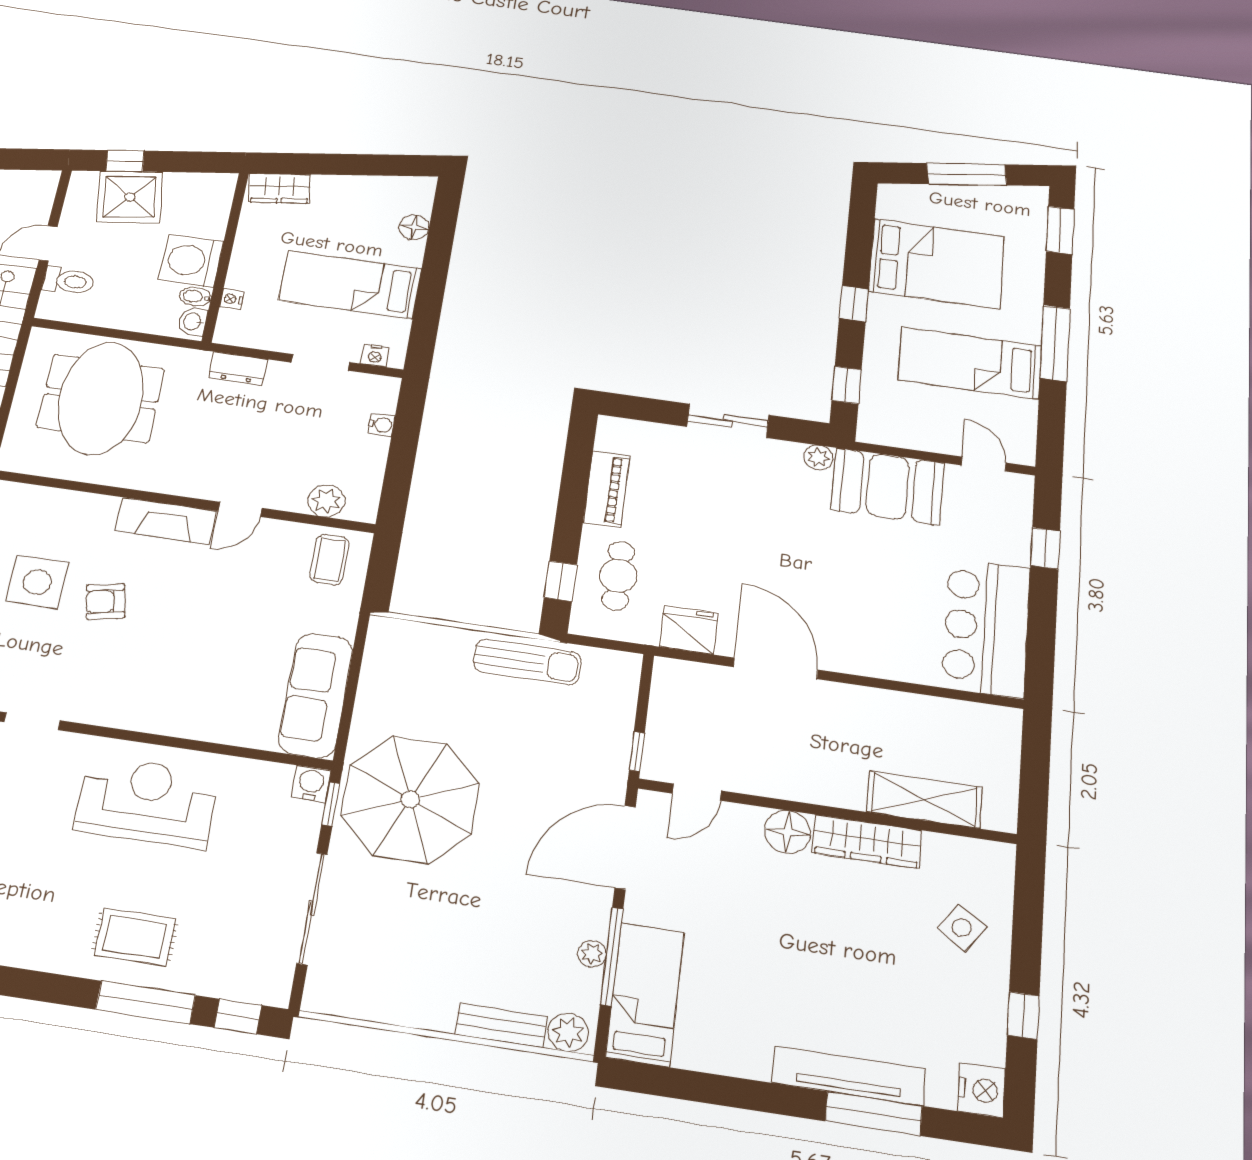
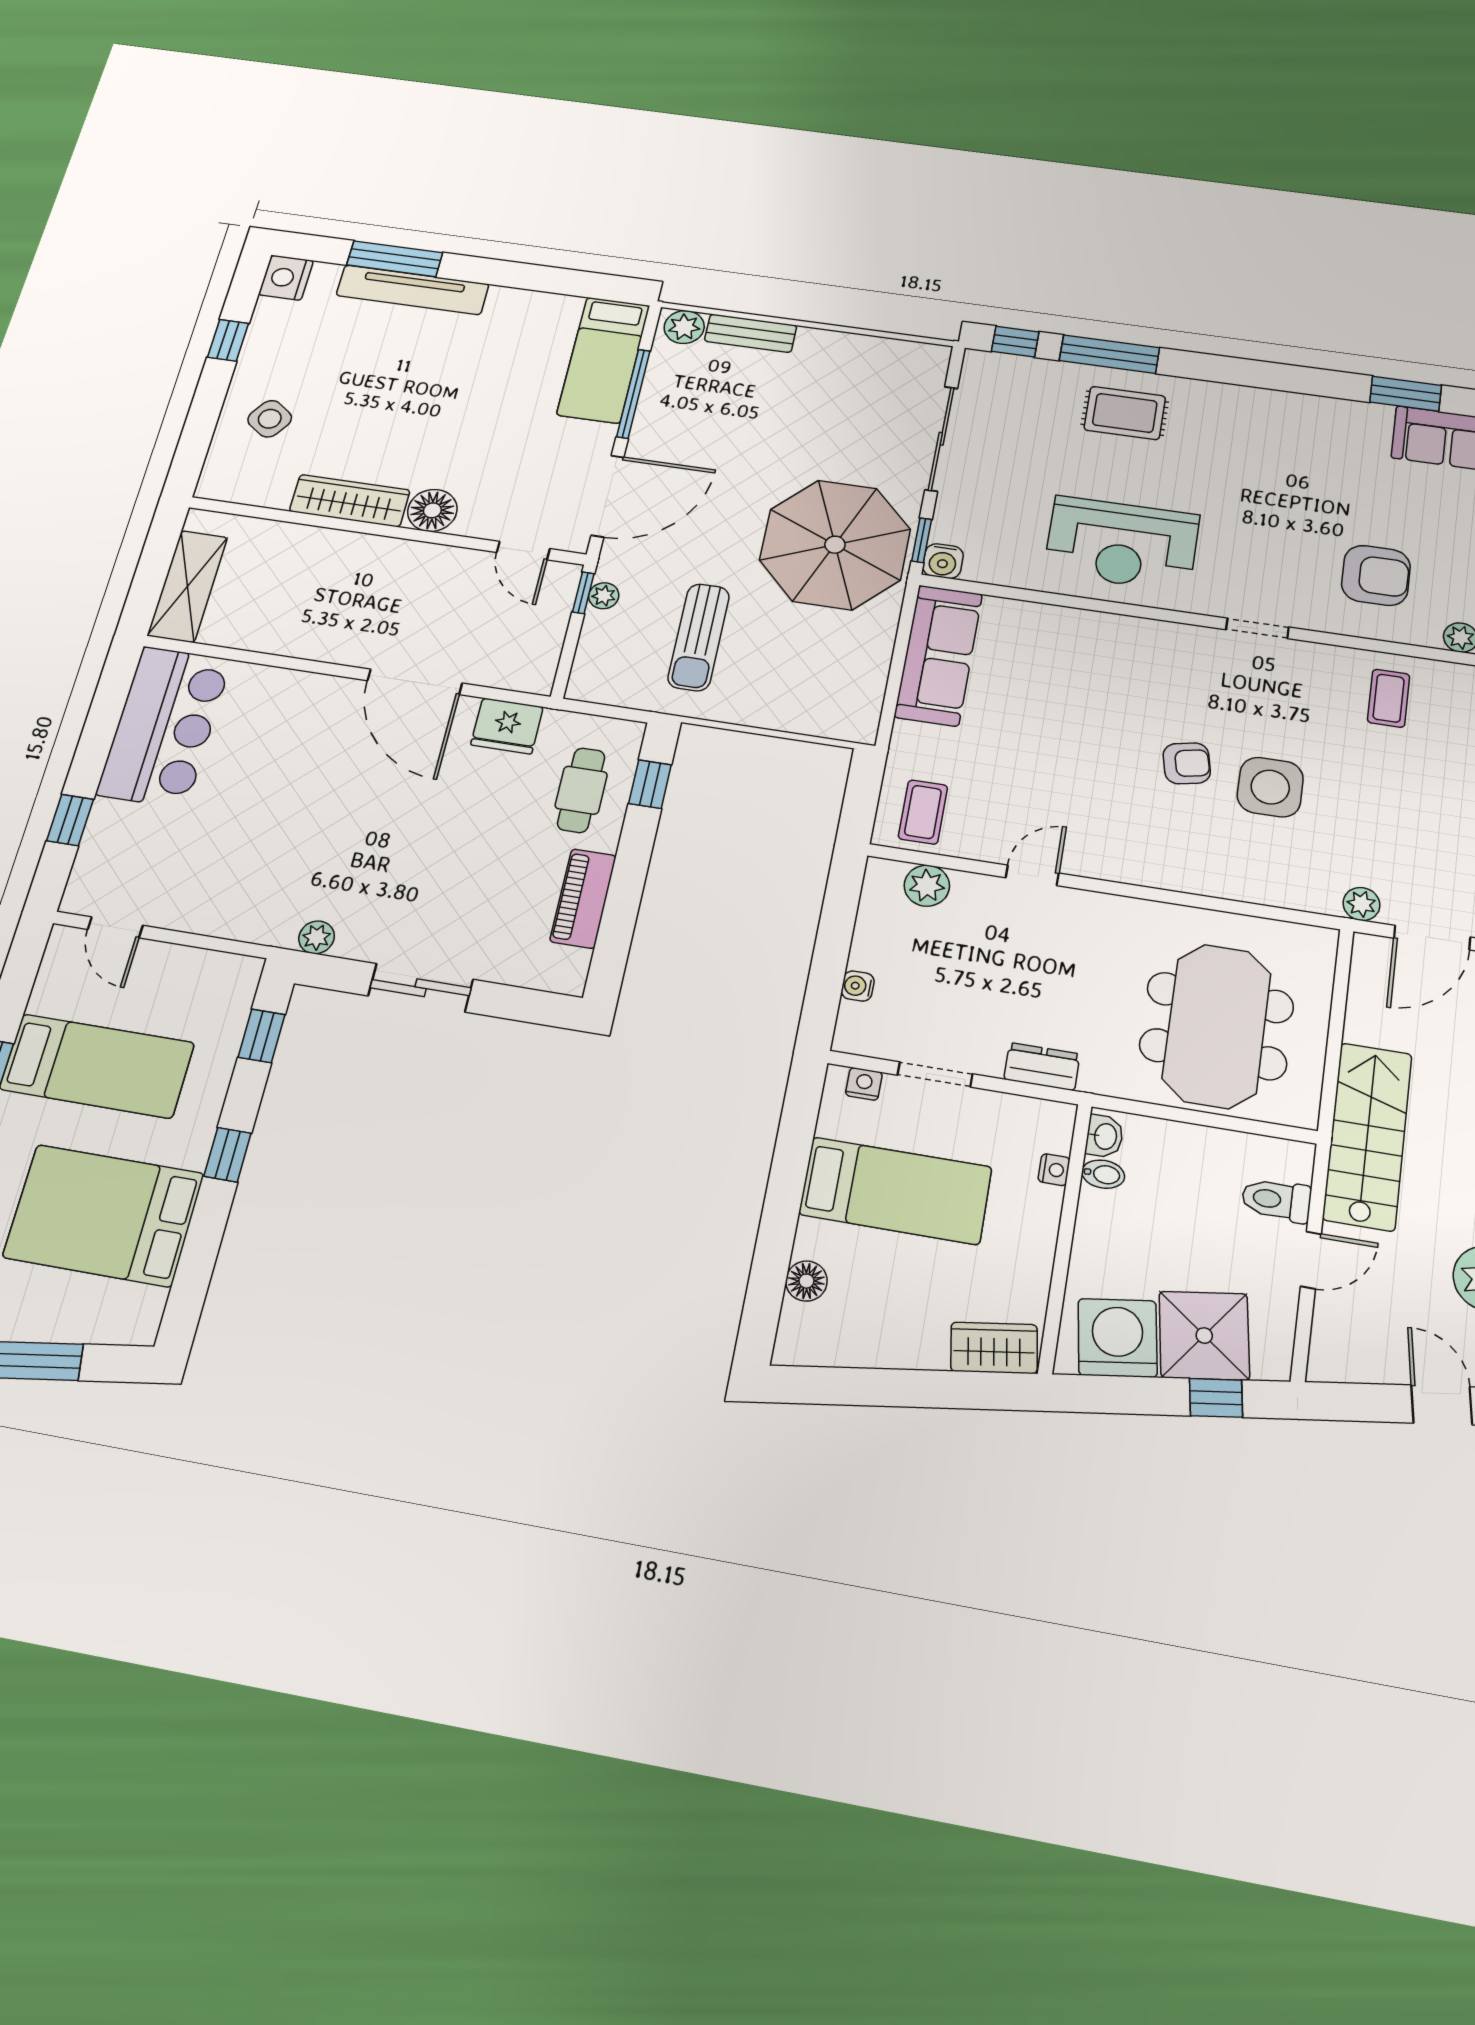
washing machine: (191, 261) -> (1118, 1338), moved, turned -98
booth: (888, 486) -> (240, 899), removed
fireplace: (166, 521) -> (1122, 862), removed
sun lounger: (527, 662) -> (699, 637), moved, turned -90
door: (697, 792) -> (523, 551), swing flipped
shelving: (924, 800) -> (188, 586), moved, turned 90
plant: (592, 954) -> (604, 596), moved

